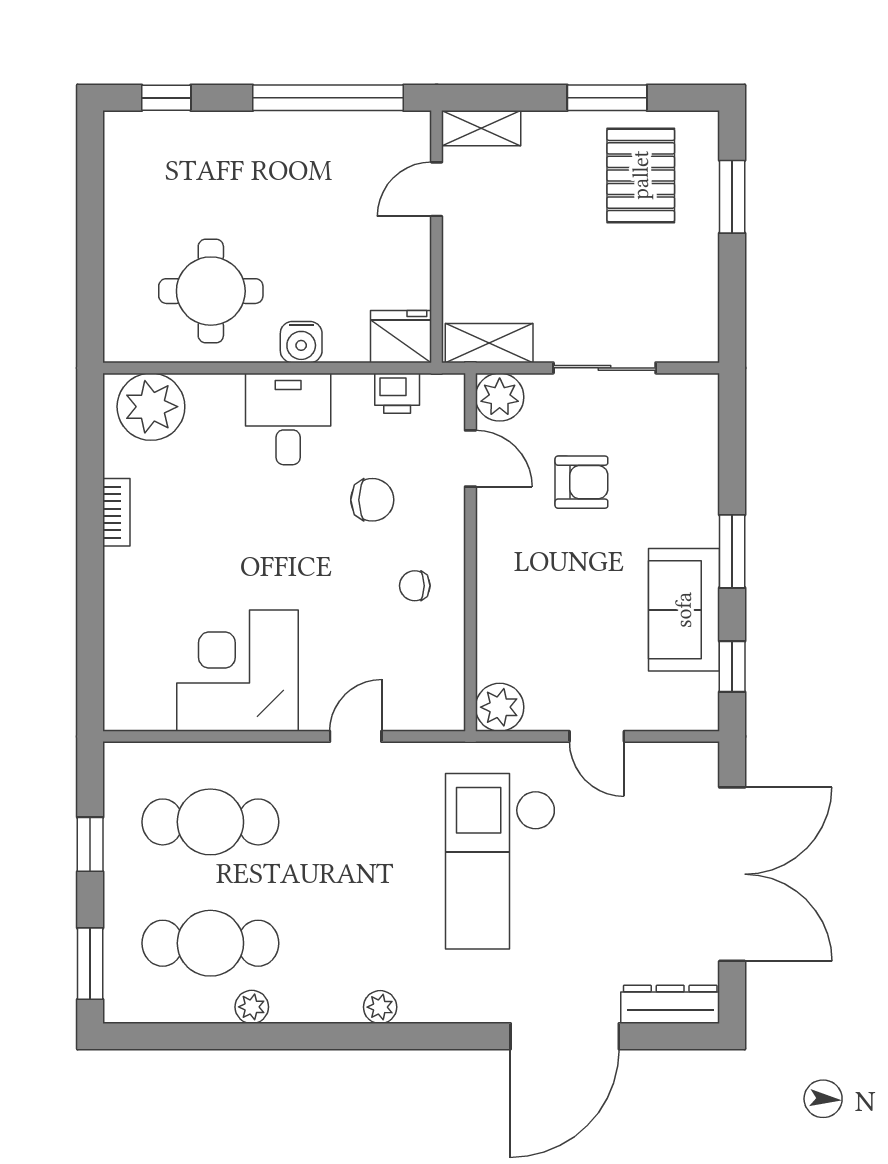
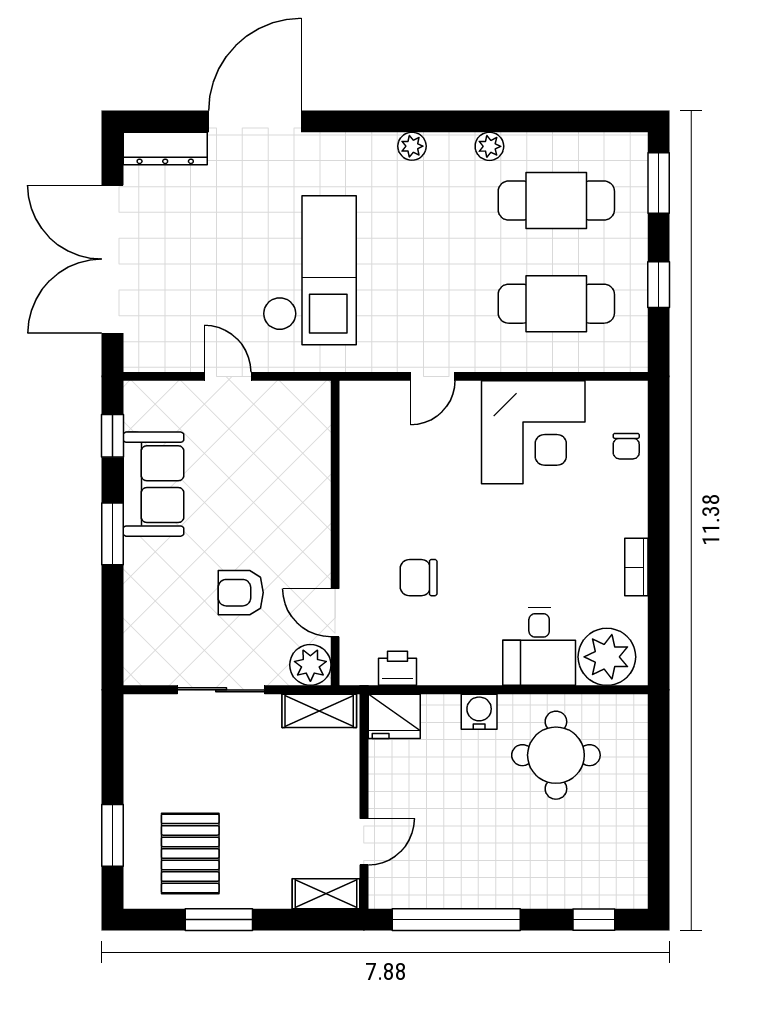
desk: (288, 419) -> (539, 646), moved
chair: (415, 586) -> (626, 446), moved, turned 90
plant: (500, 707) -> (310, 401), removed
plant: (252, 1007) -> (489, 146), moved

